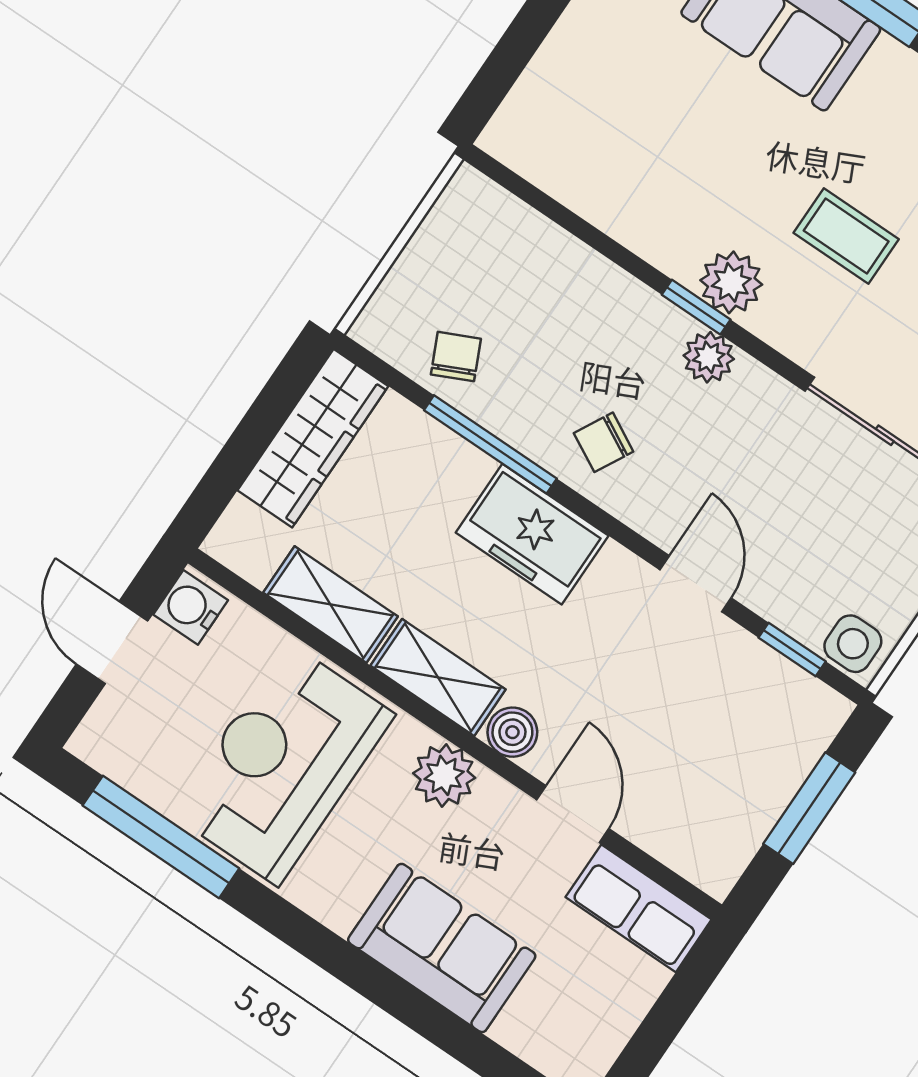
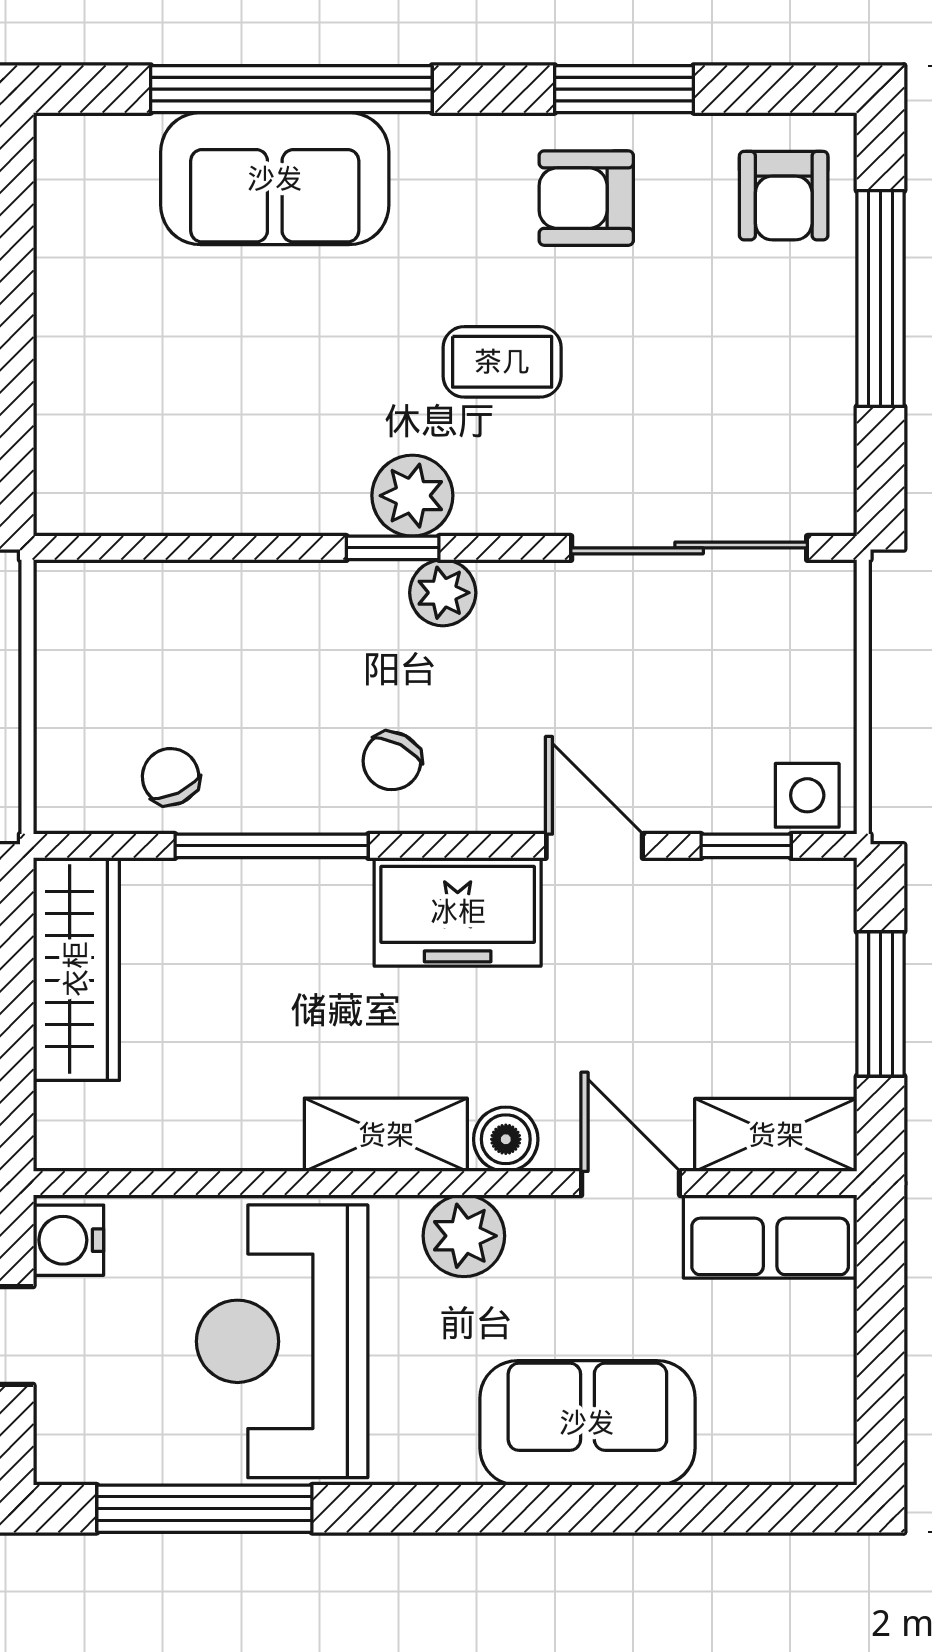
freezer: (532, 534) -> (458, 912), moved
shelving: (331, 605) -> (776, 1135), moved

